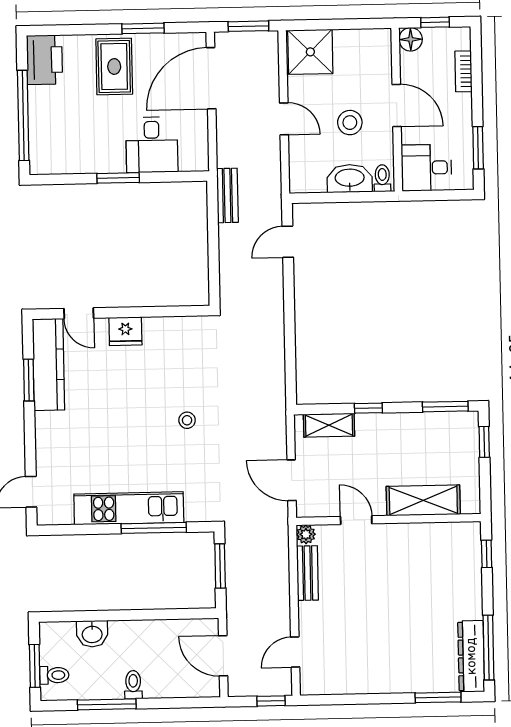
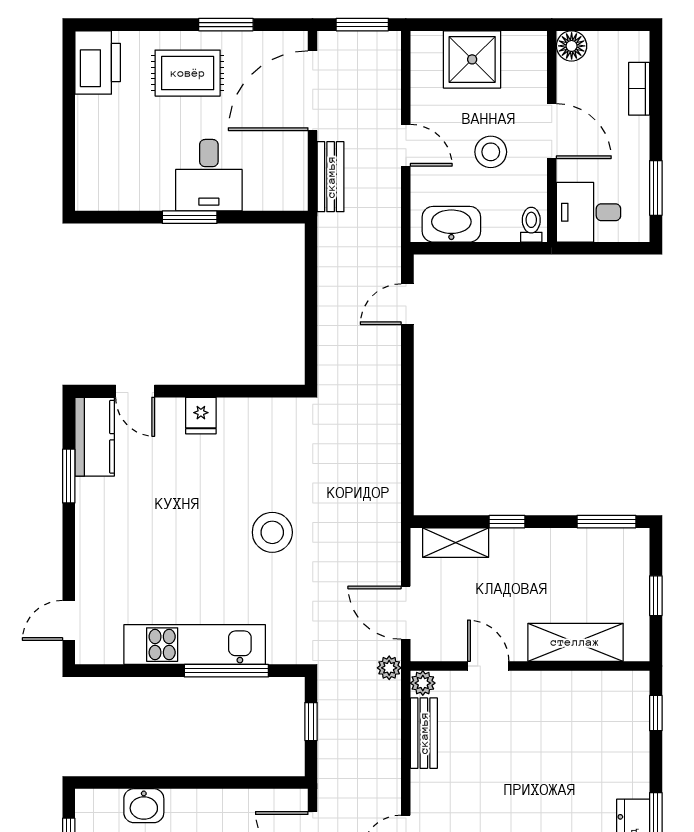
window: (435, 22) -> (604, 25), removed
shower: (310, 52) -> (472, 59), moved
rug: (114, 66) -> (188, 73), turned 90
window: (23, 115) -> (69, 134), removed
desk: (152, 145) -> (209, 175), moved
washbasin: (350, 178) -> (451, 224), moved
bench: (227, 195) -> (331, 177), moved
fridge: (125, 331) -> (201, 416), width x0.72
kitchen counter: (48, 364) -> (95, 437), width x0.67
stool: (187, 420) -> (272, 532), width x1.89, depth x1.89
window: (484, 442) -> (656, 596), moved
plant: (280, 523) -> (389, 668), added
window: (220, 566) -> (311, 722), width x0.67

